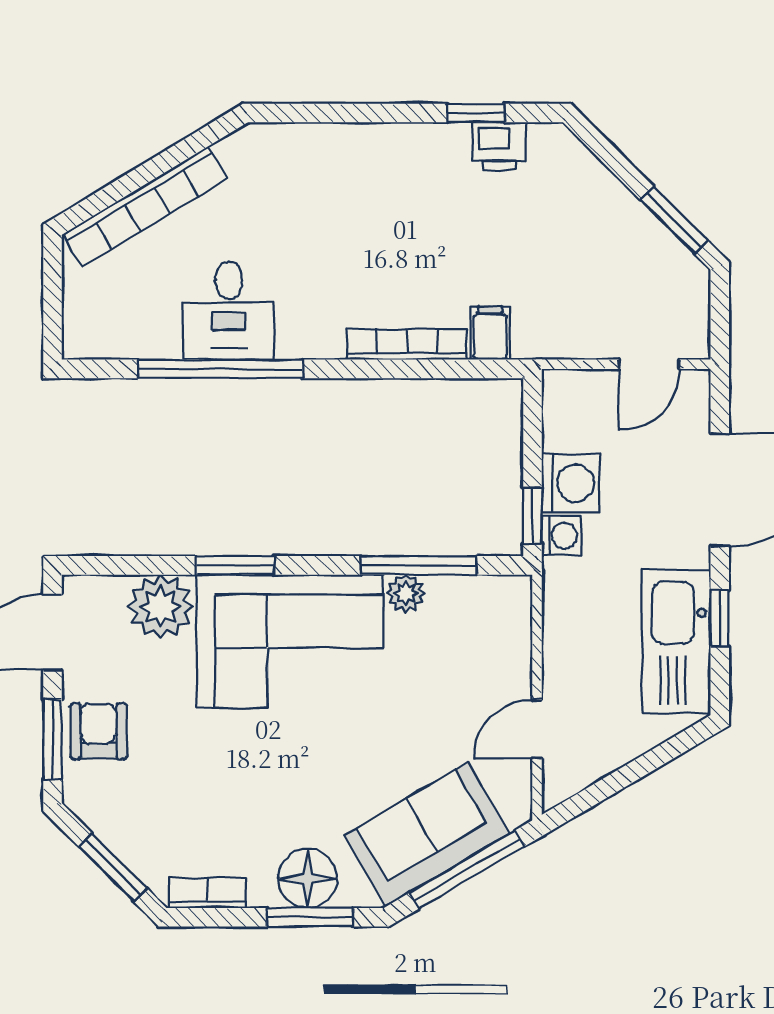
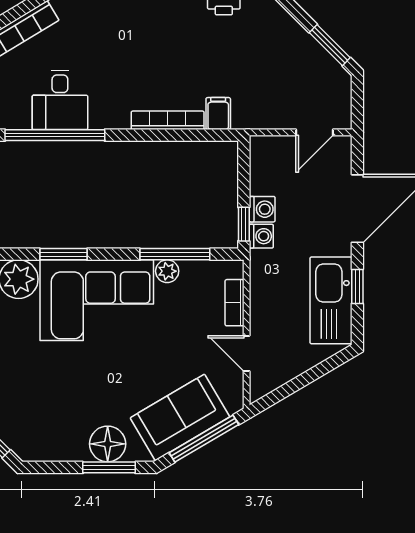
washing machine: (571, 483) -> (262, 209), width x0.73, depth x0.73
door: (537, 729) -> (247, 353), hinge flipped
bookcase: (208, 893) -> (235, 303), moved, turned -90

